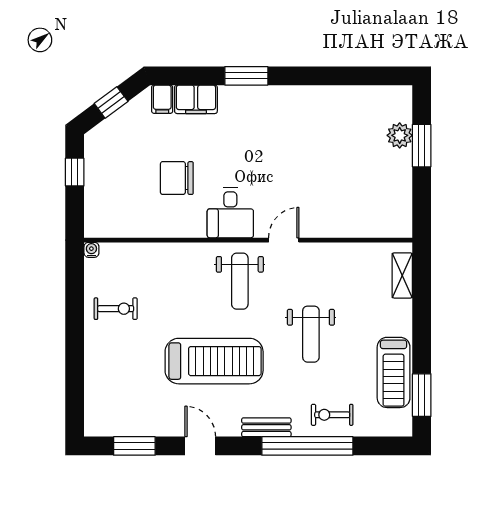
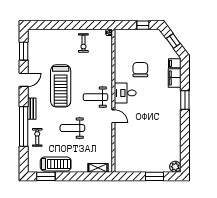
plant: (400, 135) -> (175, 167), moved
treadmill: (394, 372) -> (56, 164), turned 180

